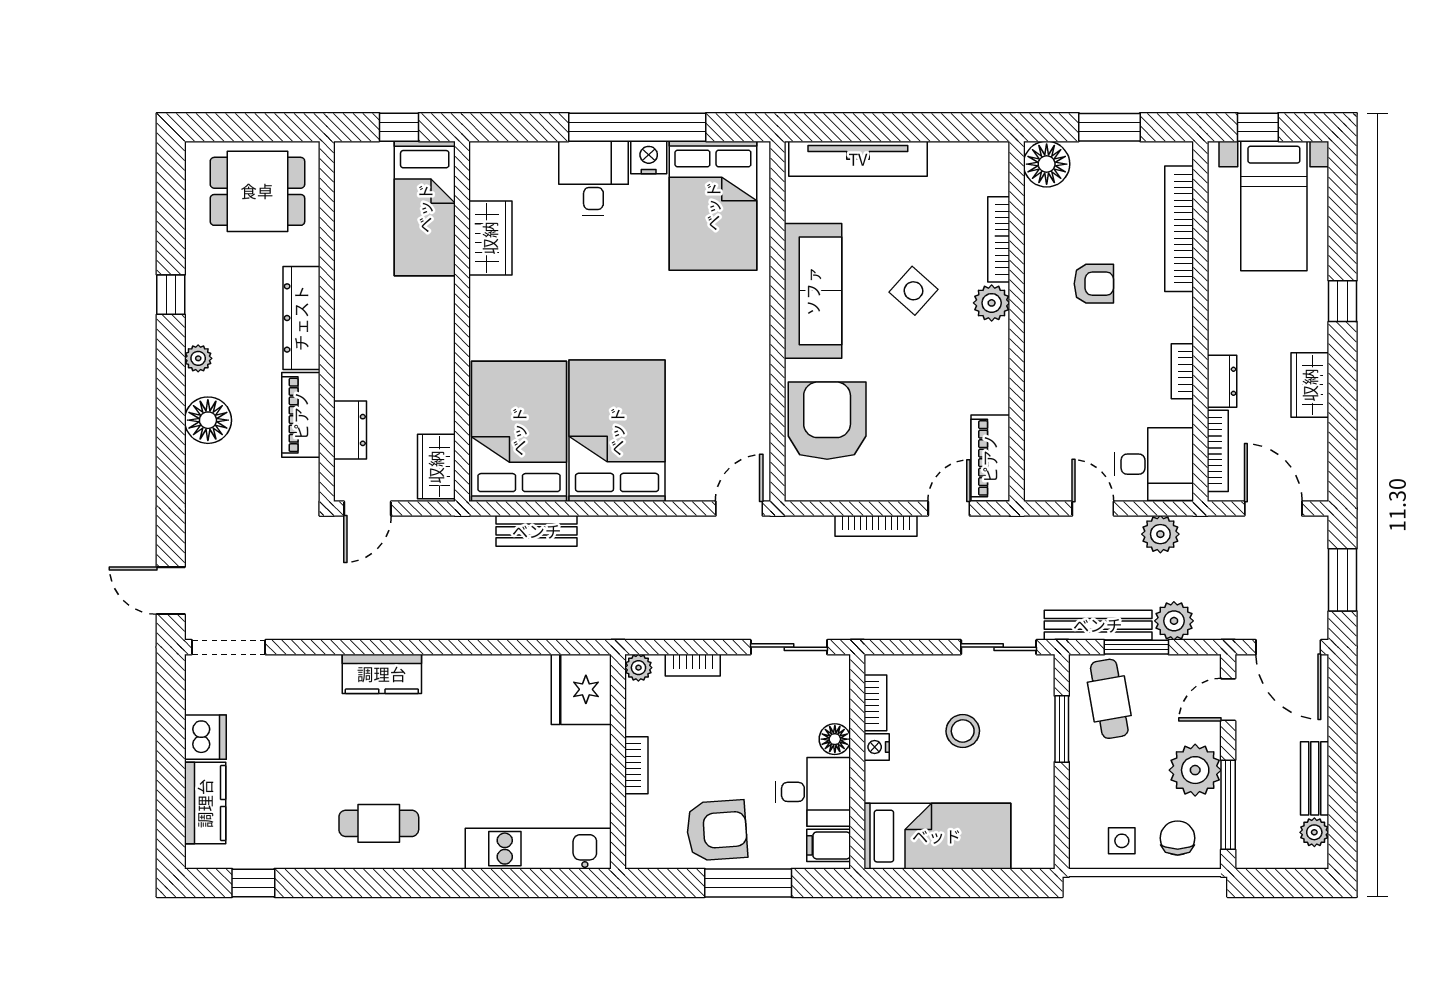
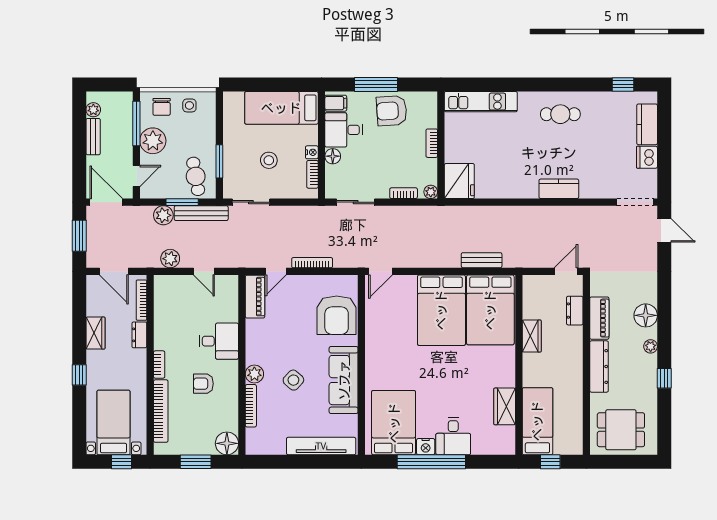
bookcase: (1182, 371) -> (159, 365), moved
desk: (1154, 464) -> (219, 341), moved, turned 180
wardrobe: (436, 467) -> (532, 336), moved

